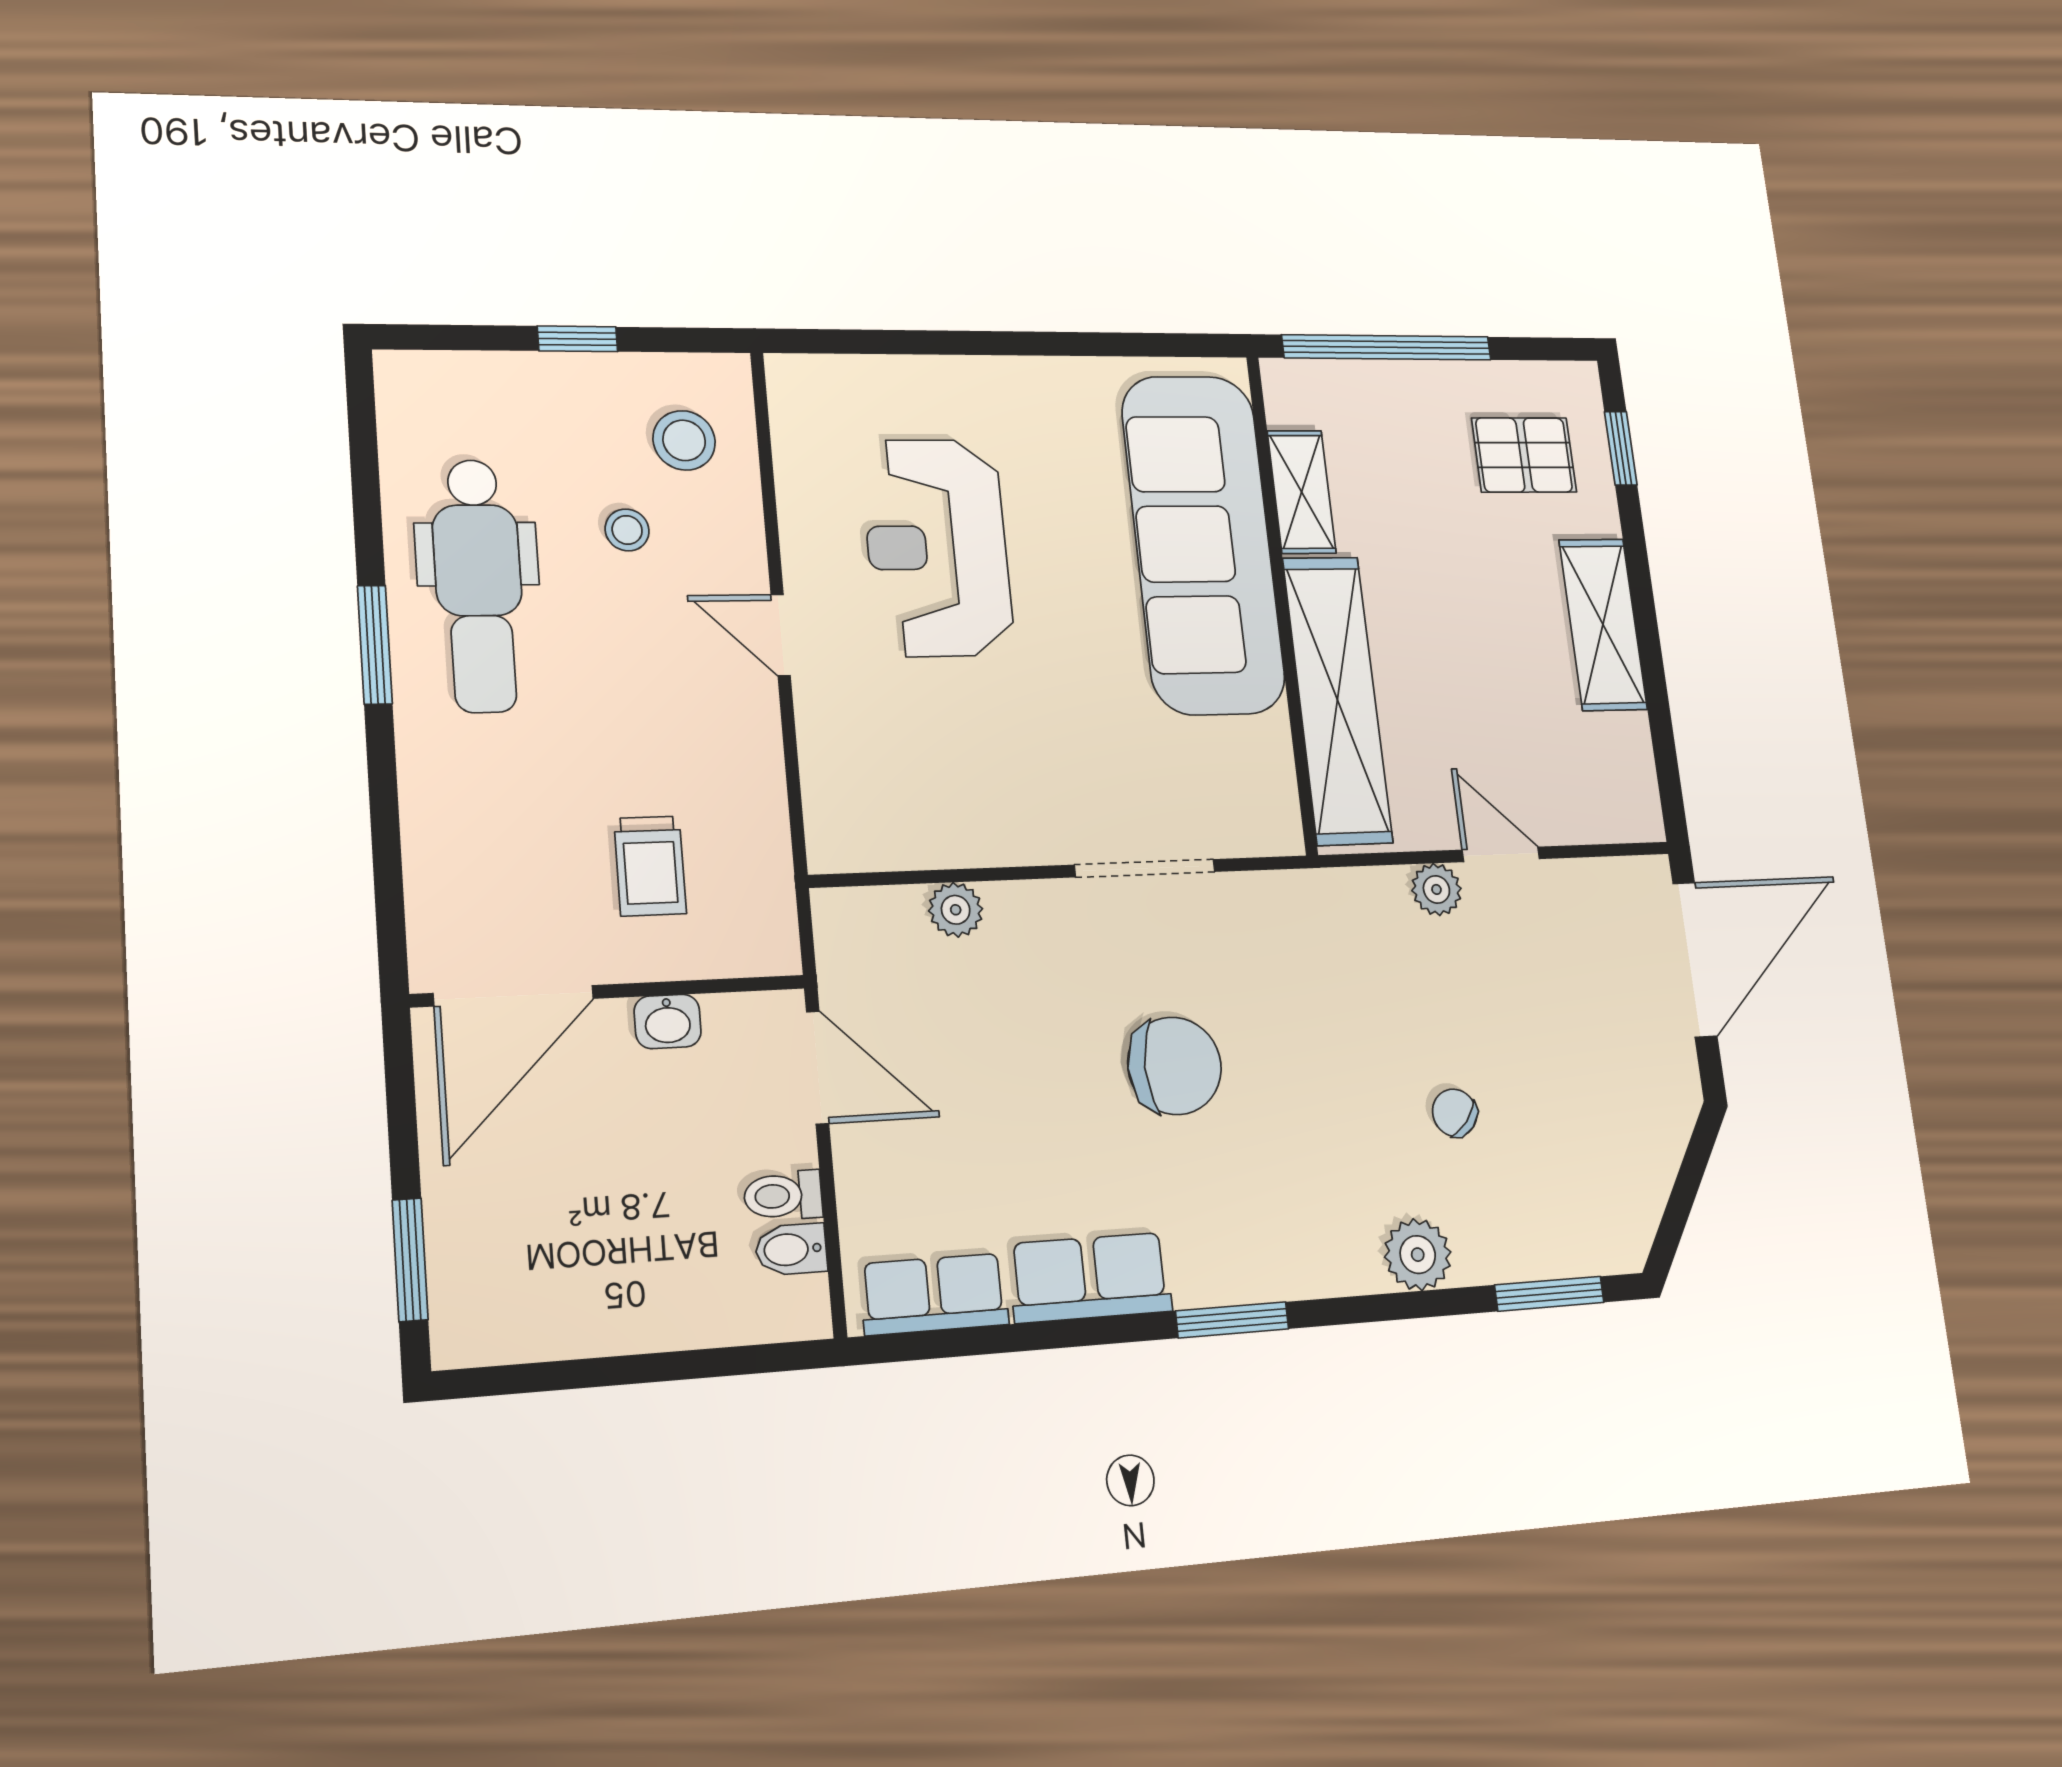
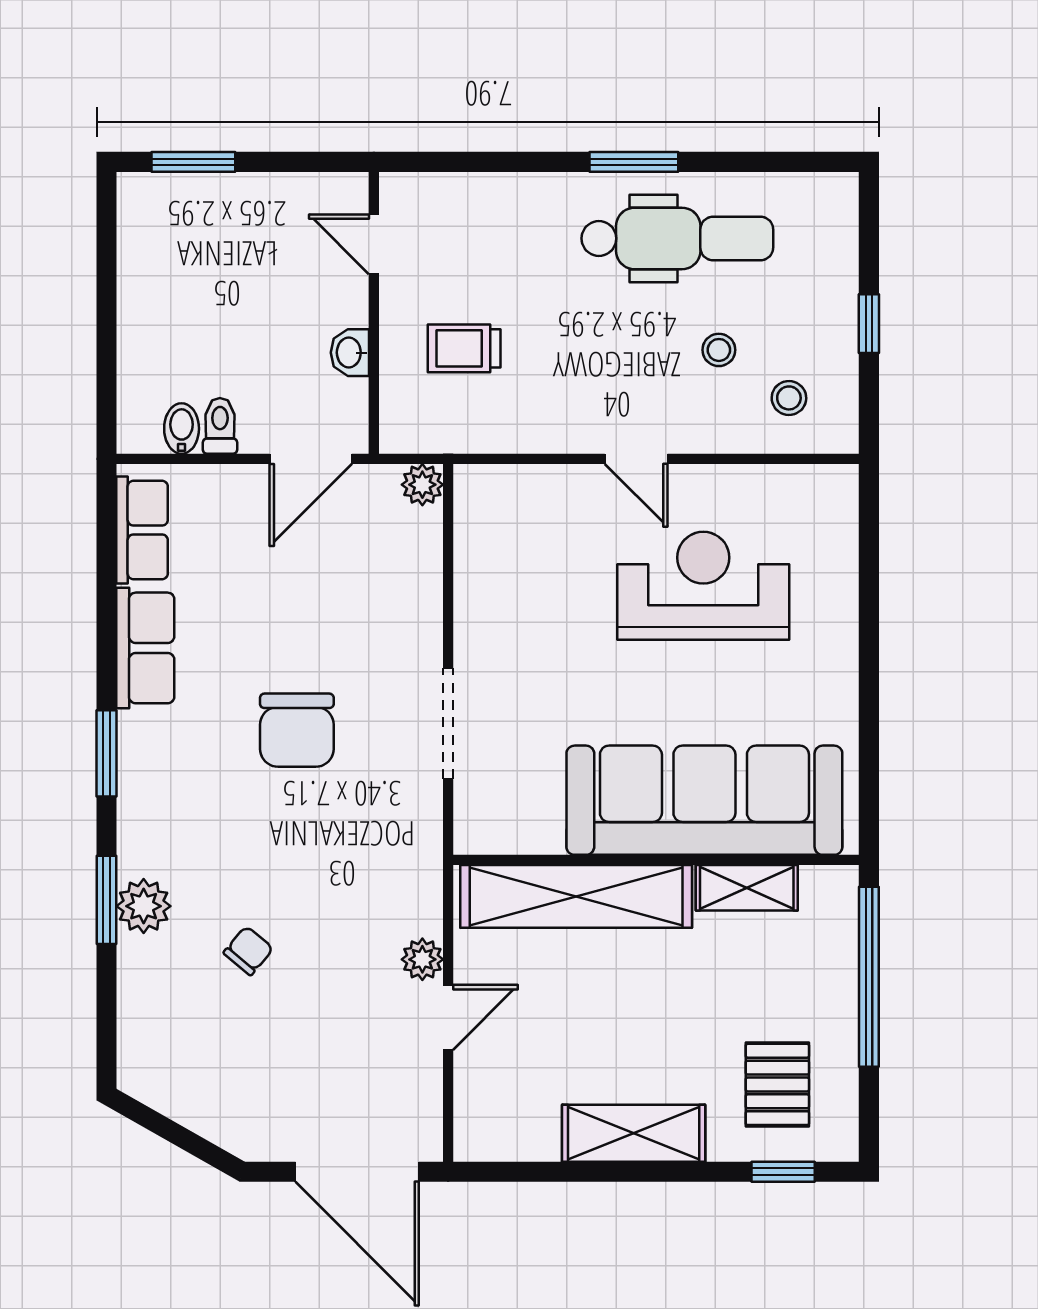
stool: (684, 440) -> (789, 398), width x0.73, depth x0.73
dental chair: (479, 585) -> (677, 238), turned 180
door: (781, 635) -> (636, 459), swing flipped
plant: (956, 910) -> (422, 485), moved
door: (514, 996) -> (374, 244), width x0.53
window: (1549, 1294) -> (107, 900), moved

